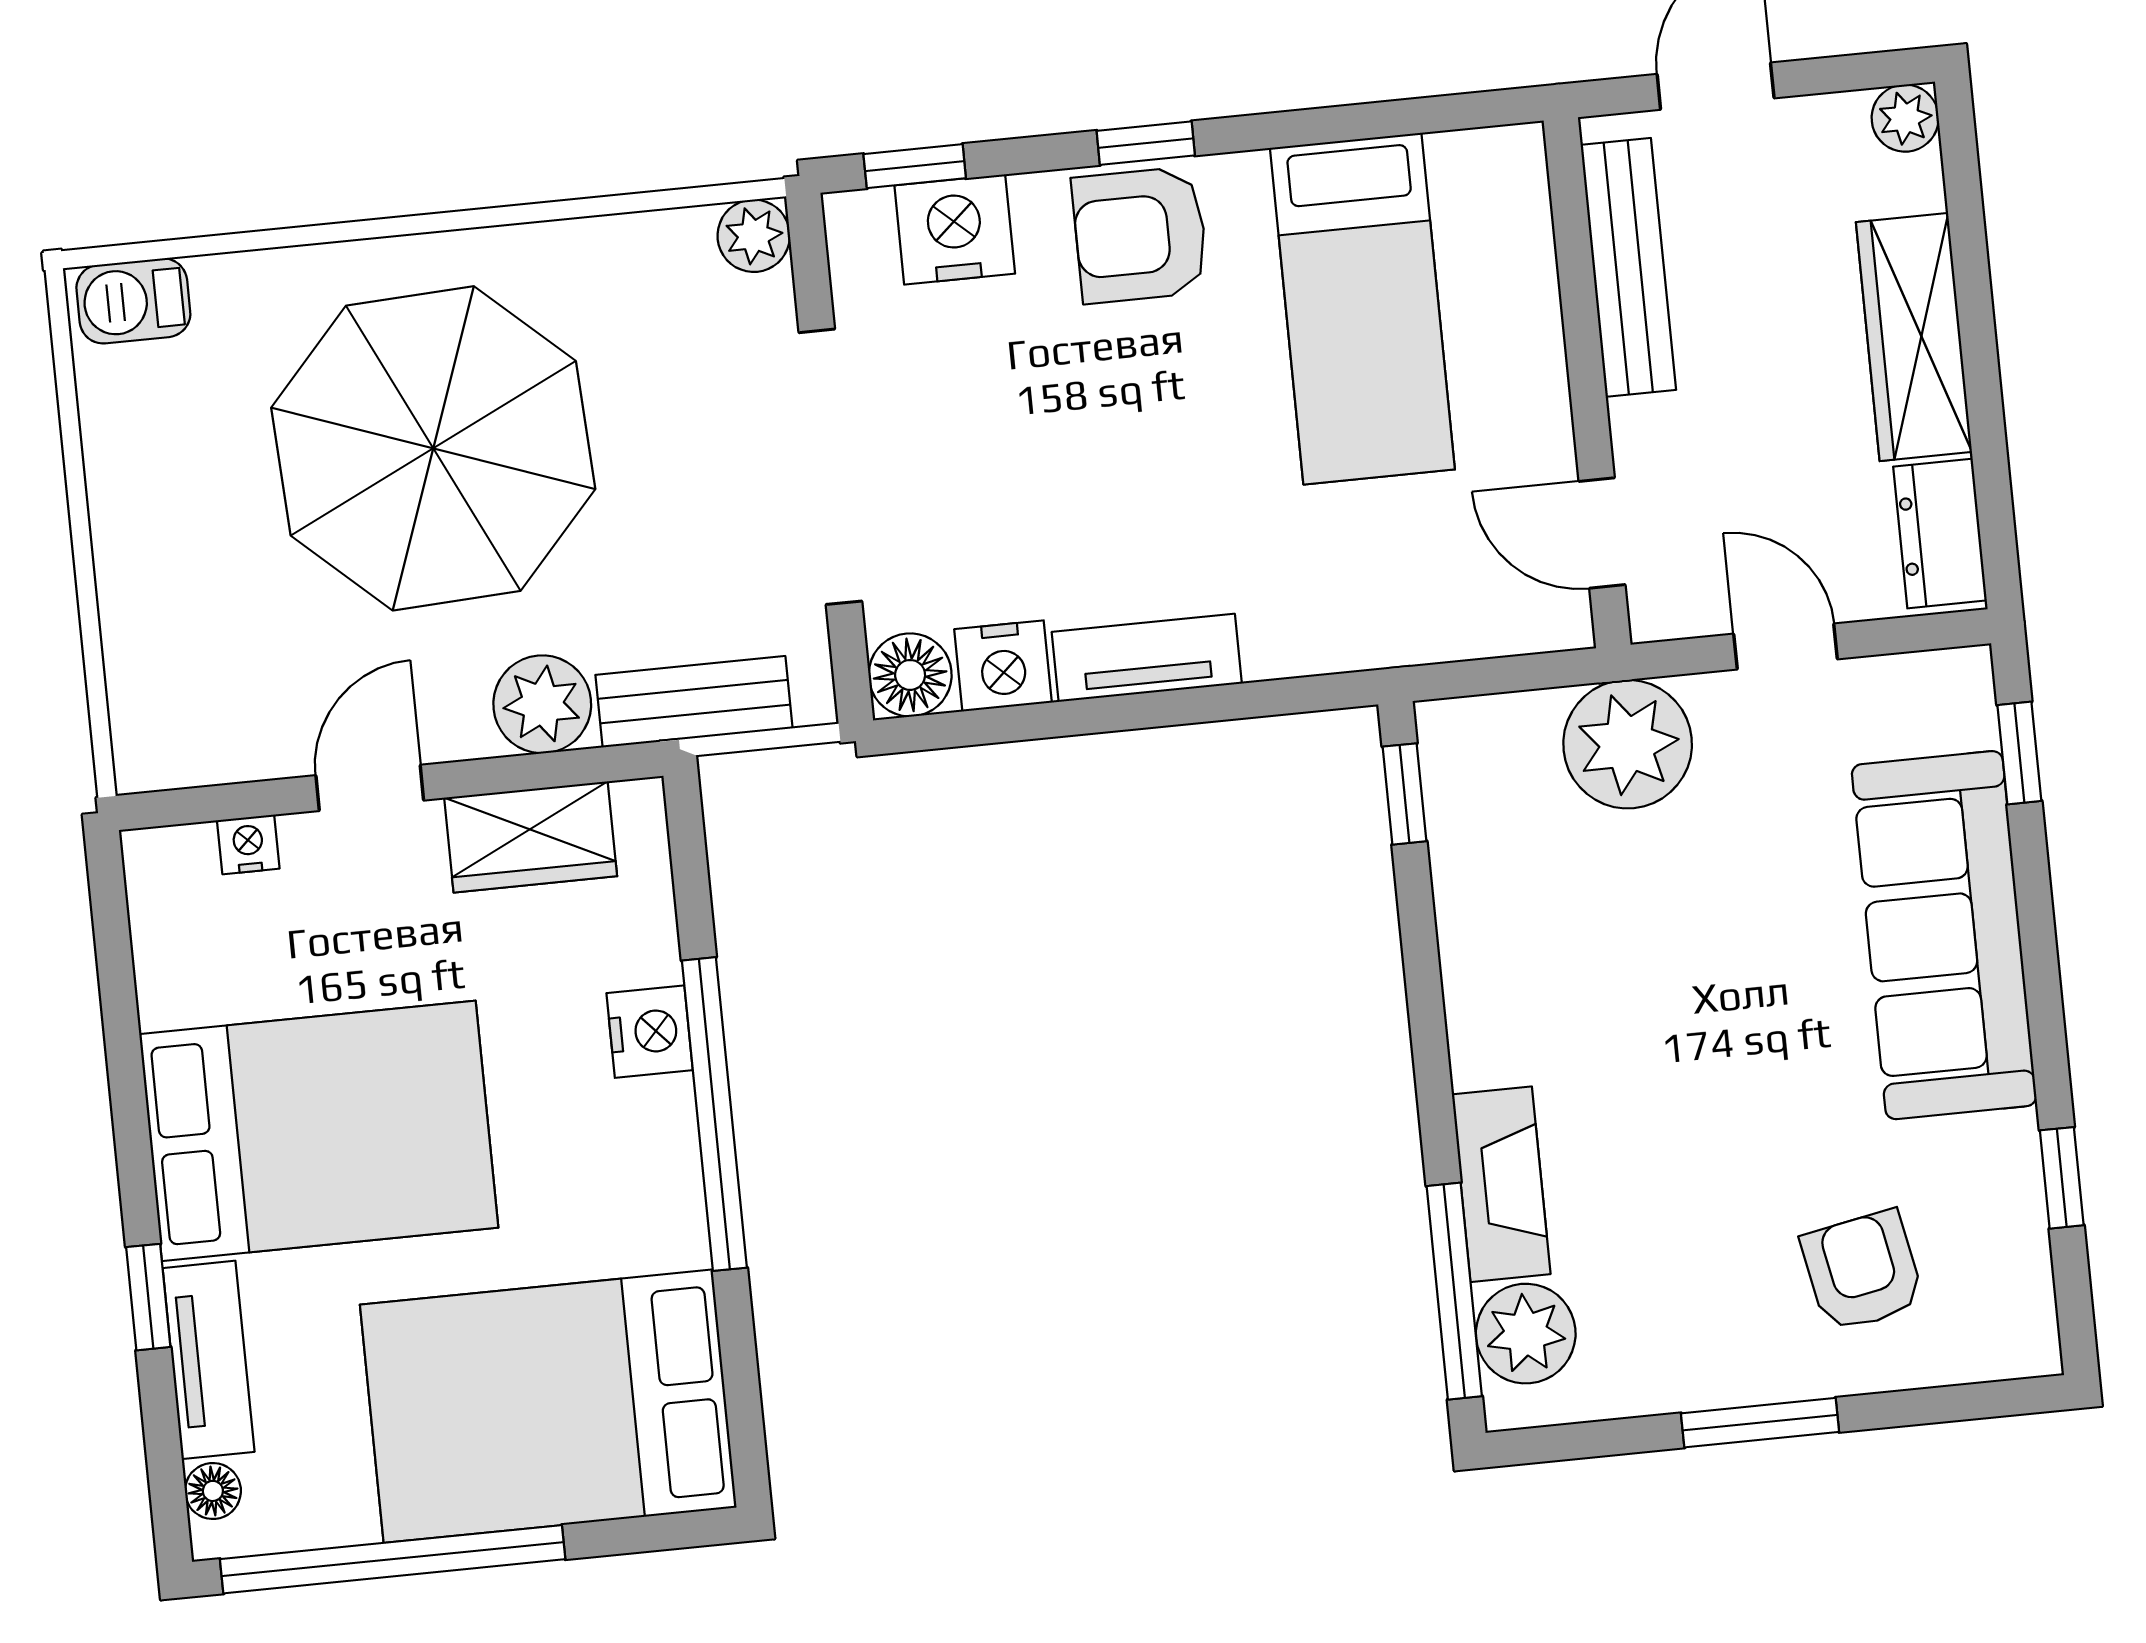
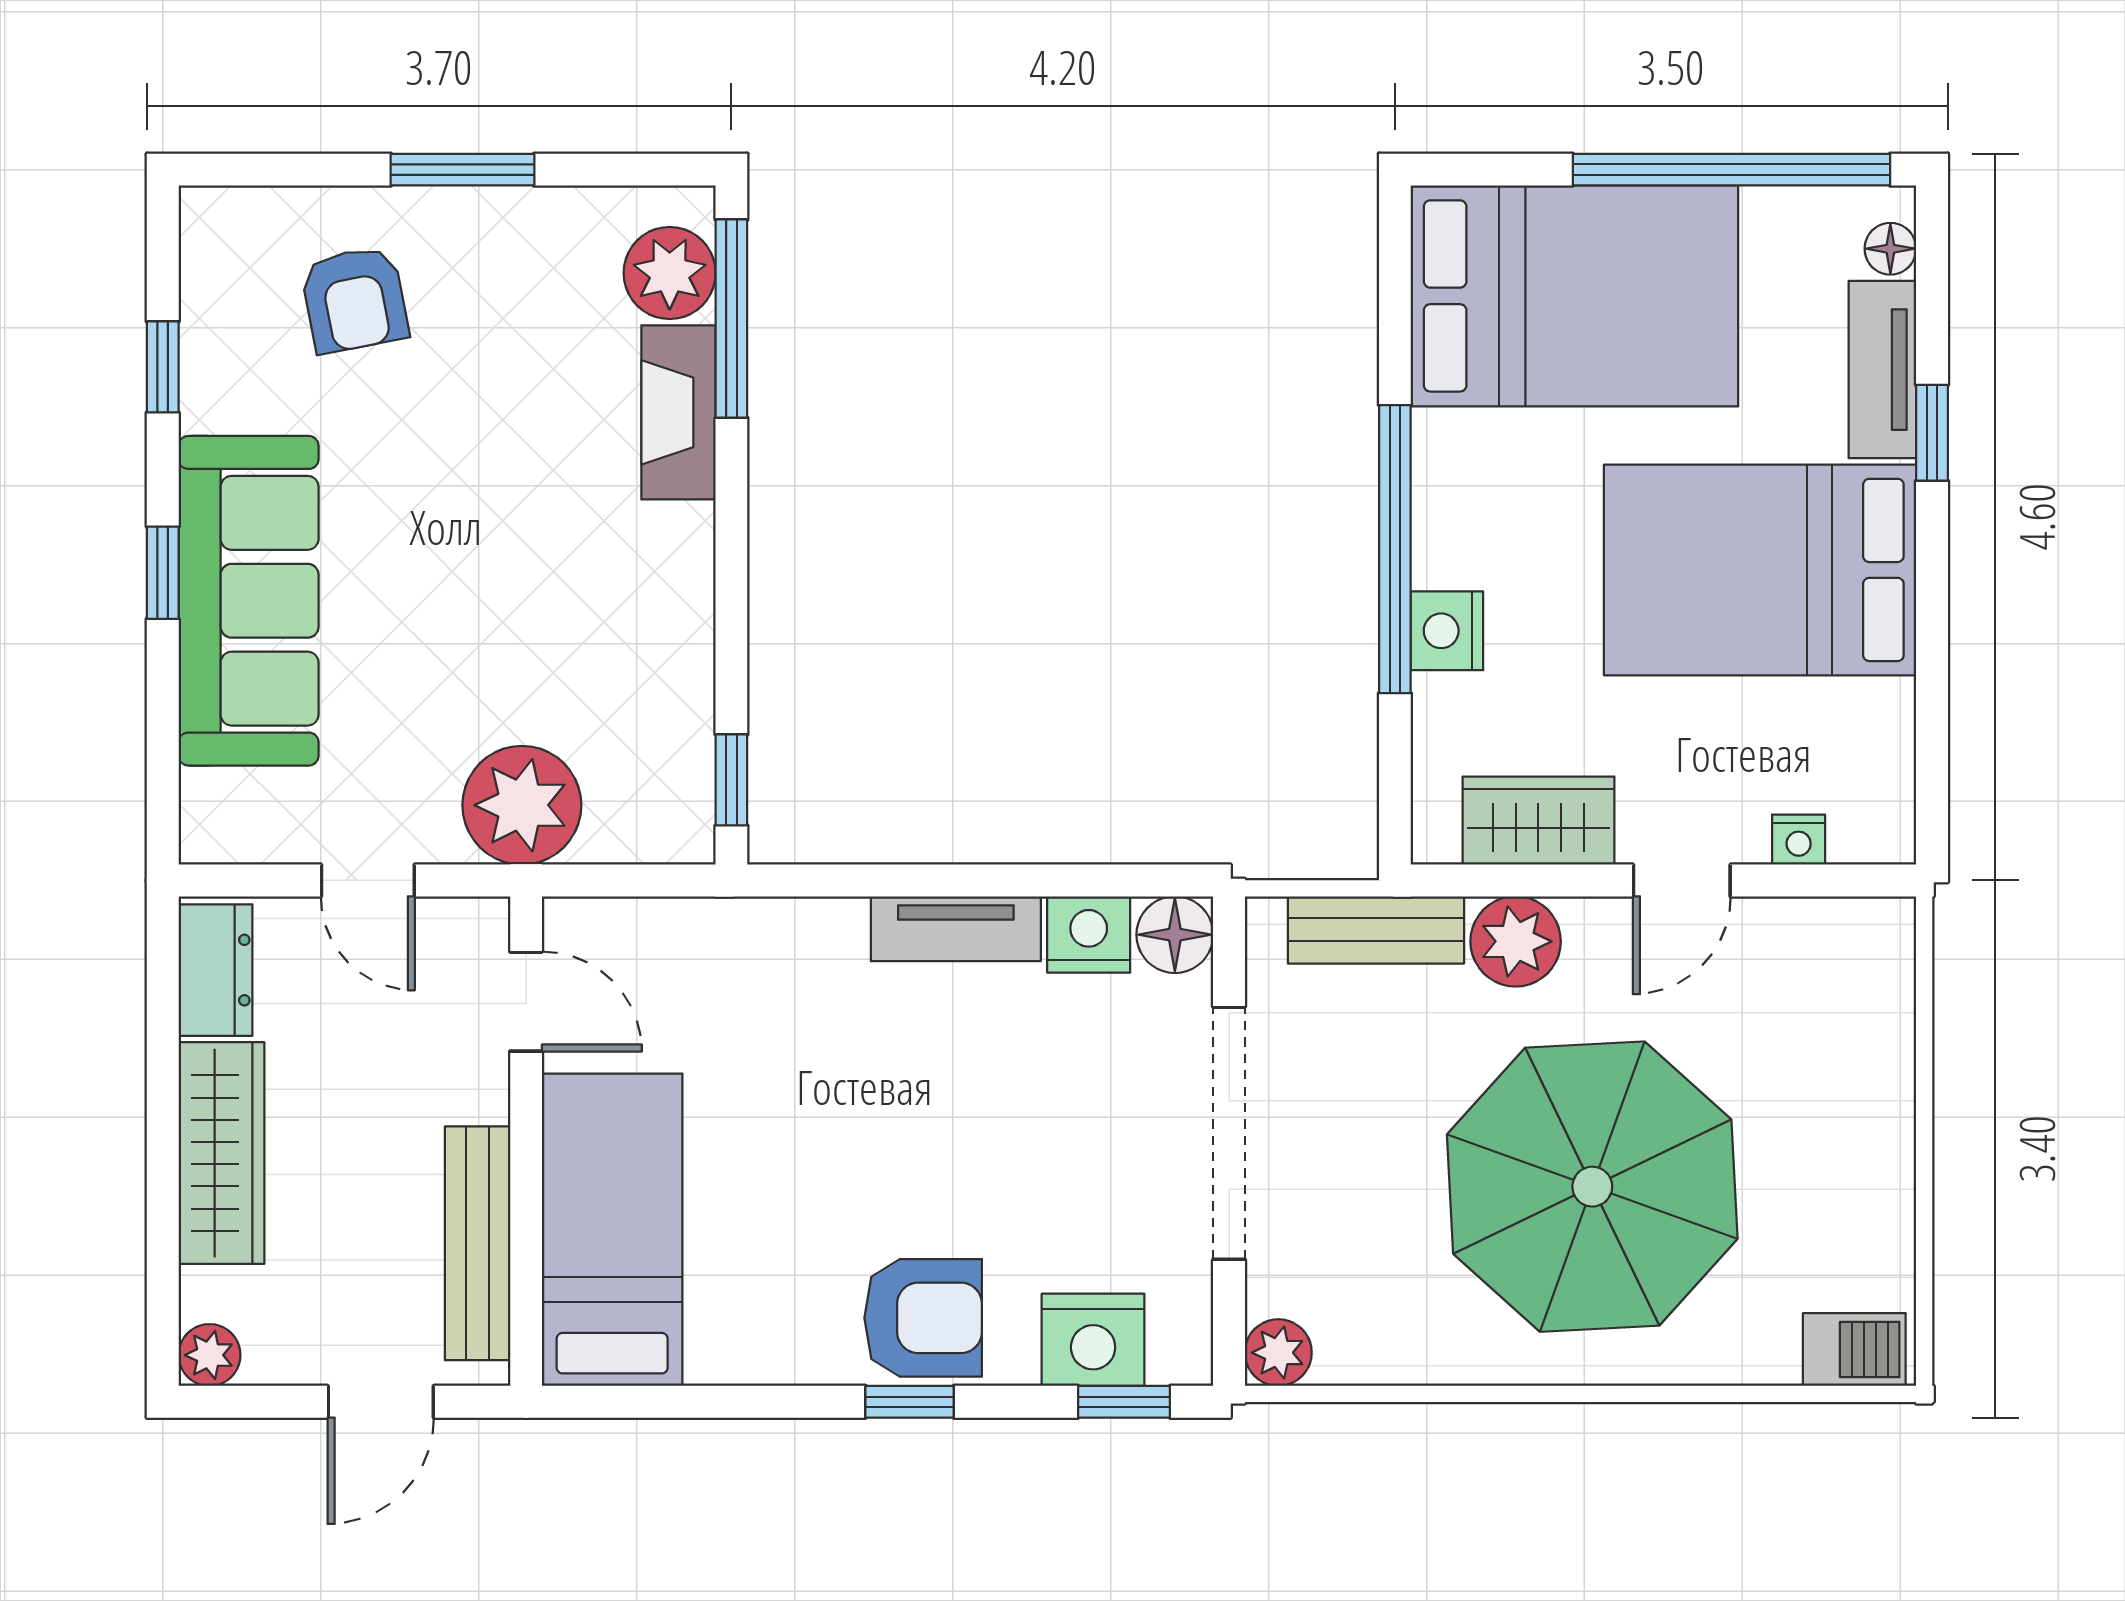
bed: (1362, 309) -> (612, 1230), moved
window: (2019, 753) -> (163, 573), moved

